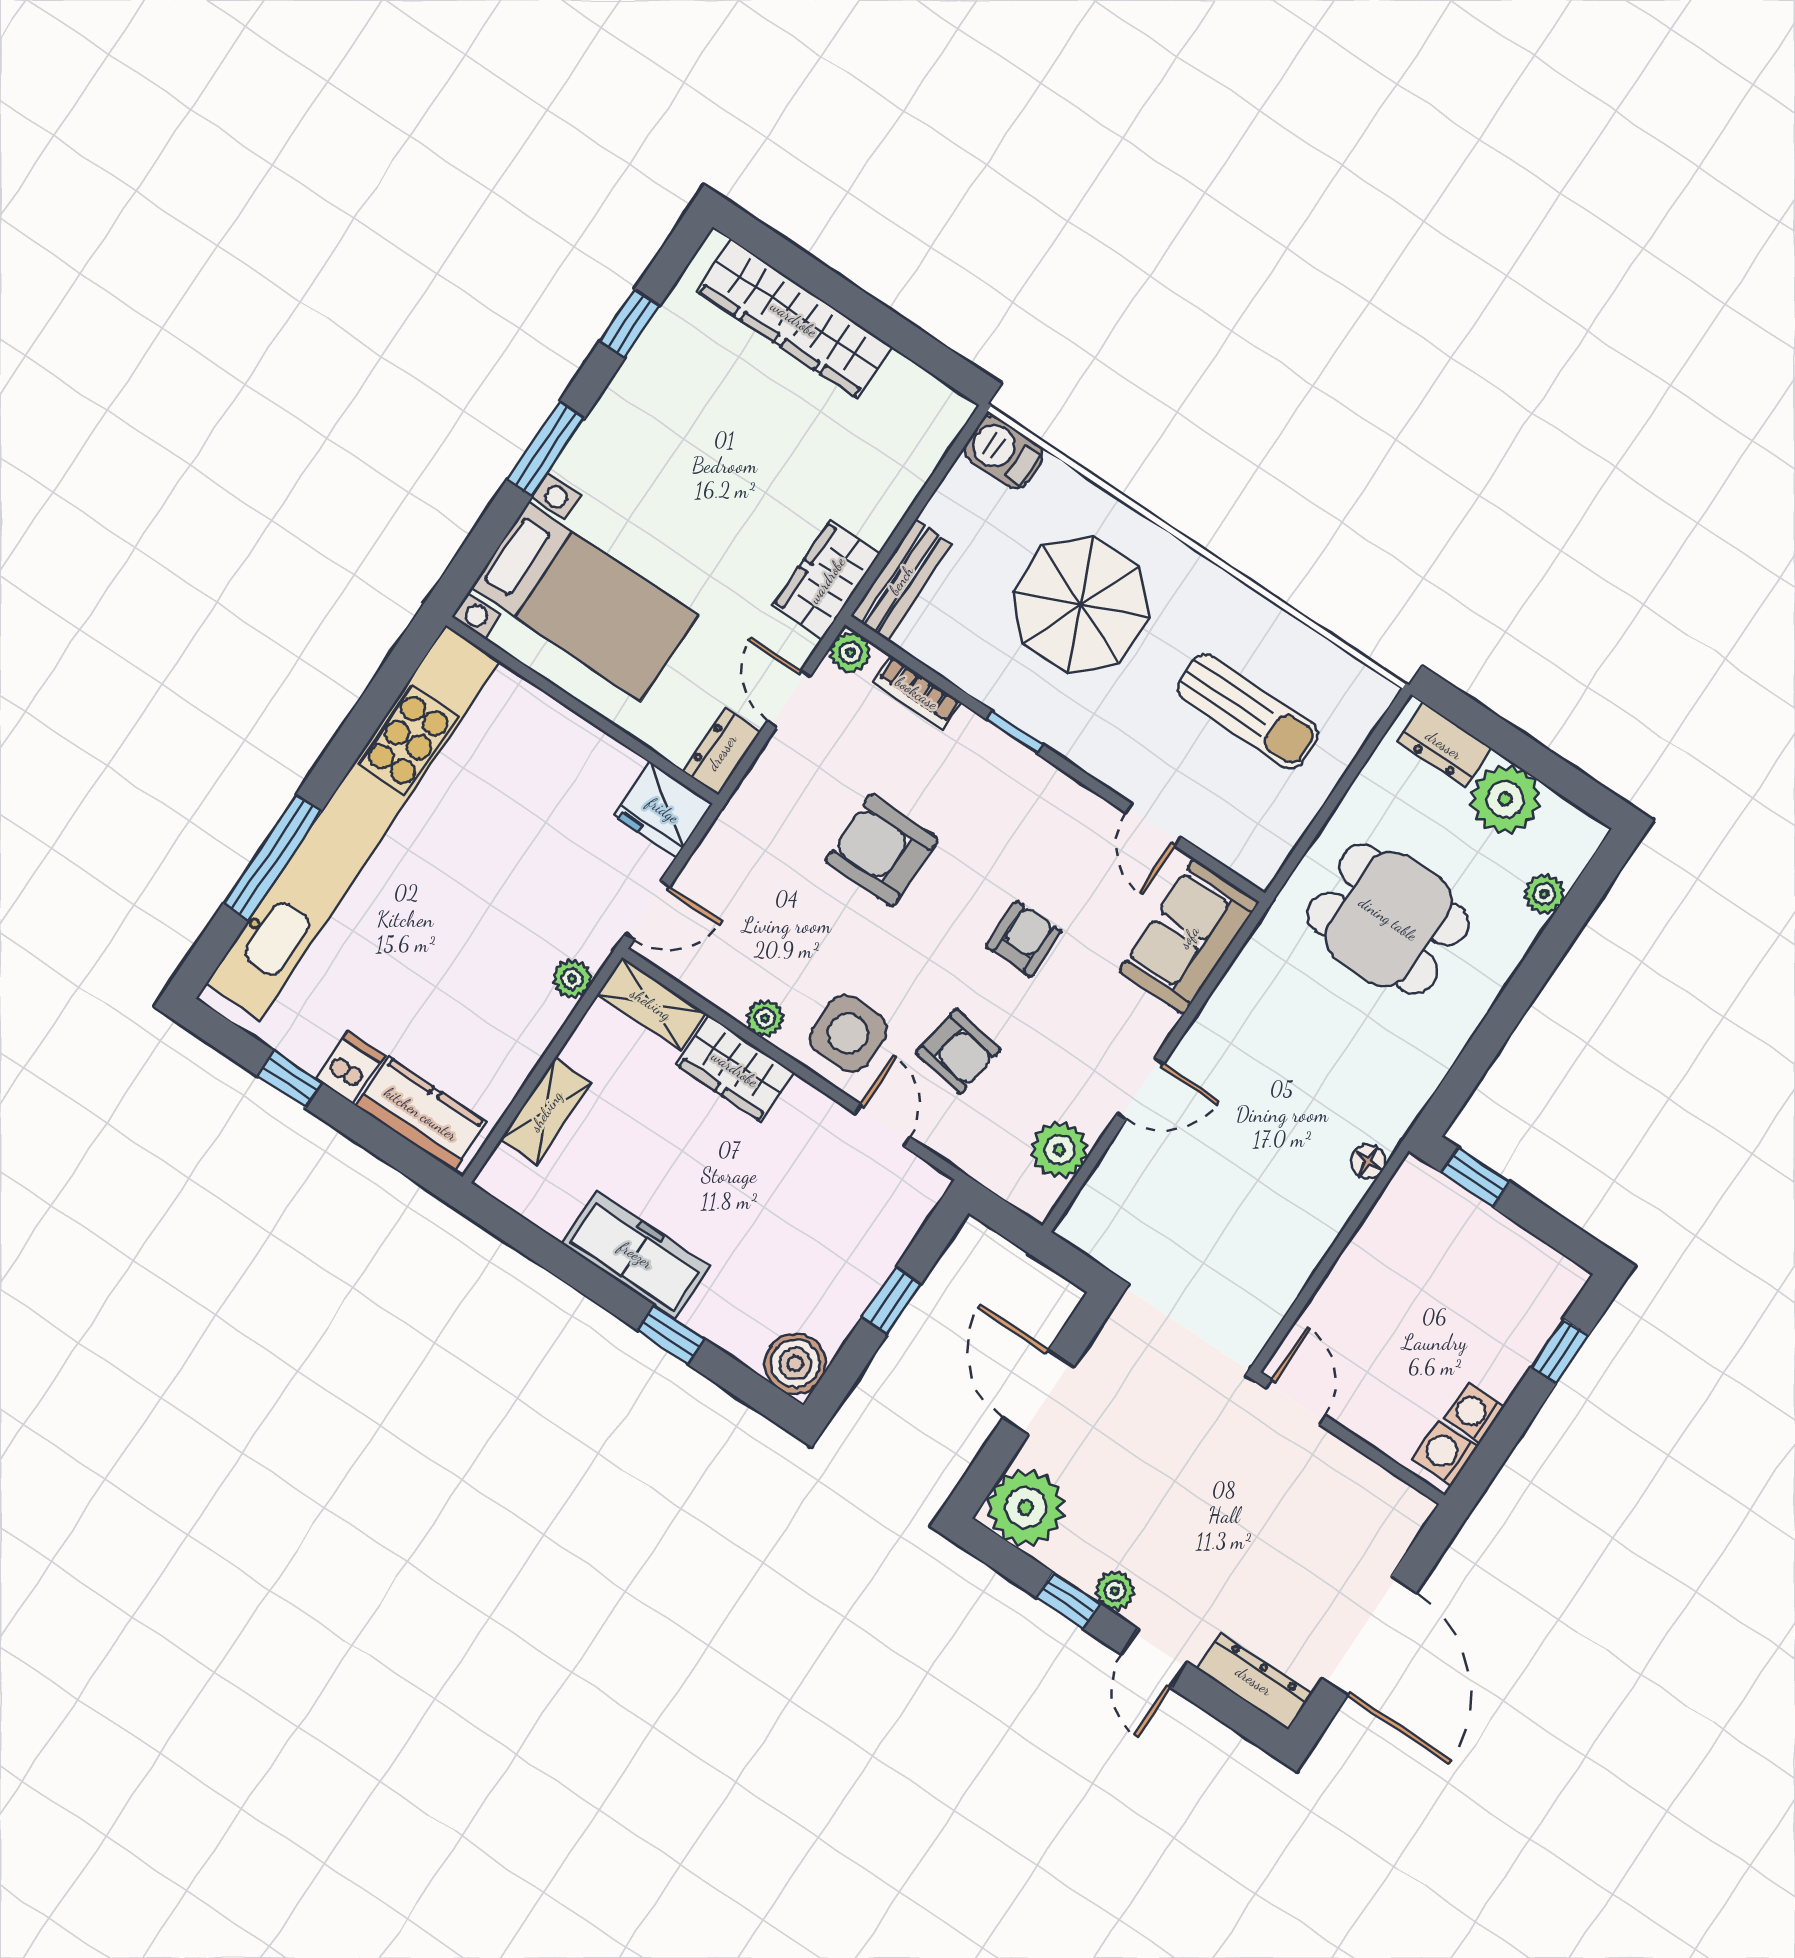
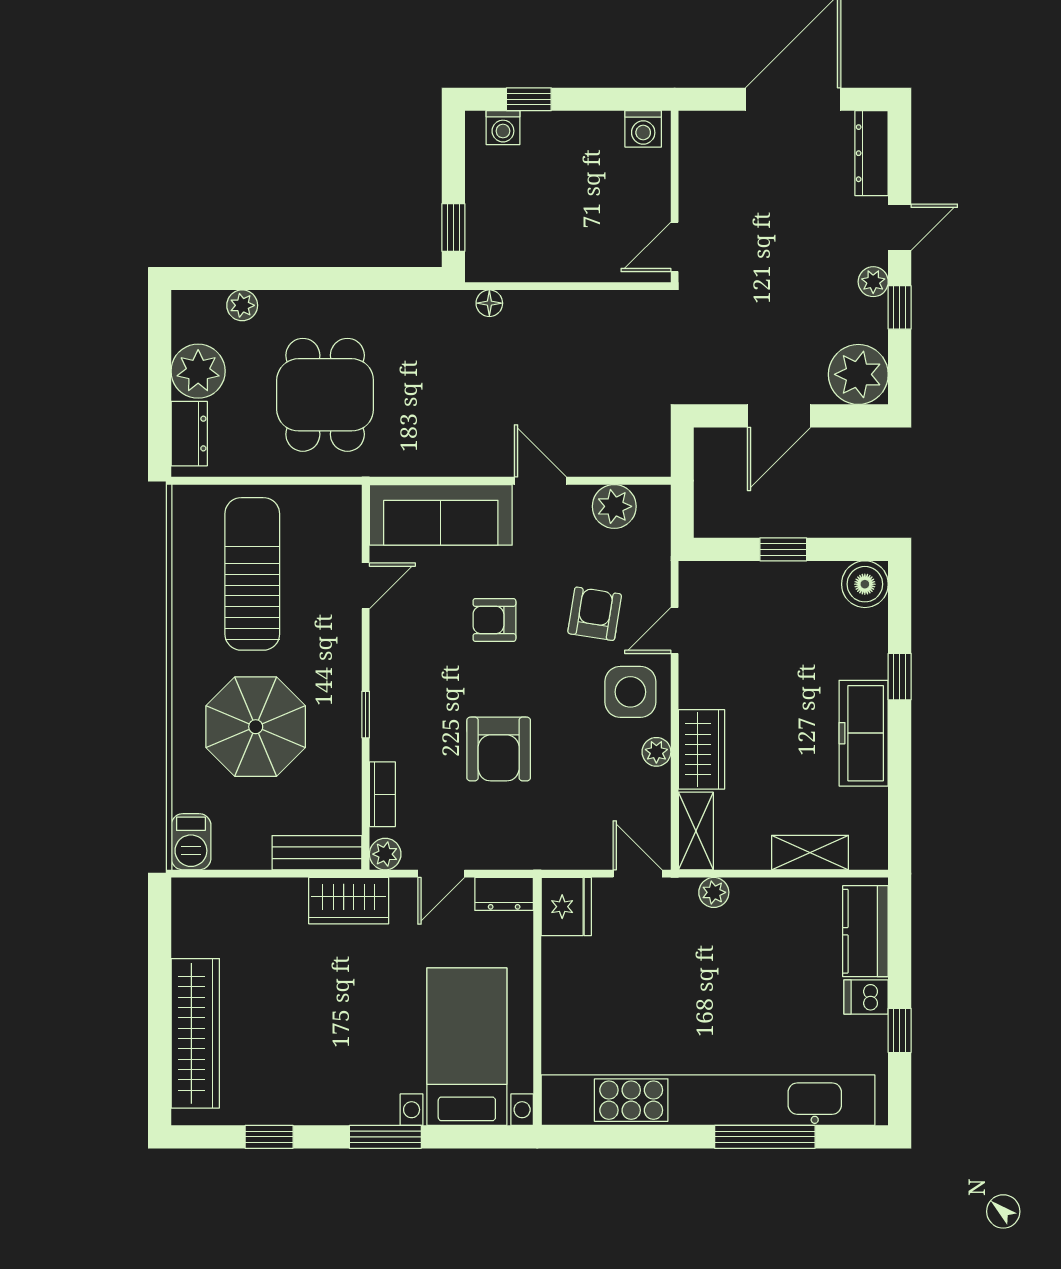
sun lounger: (1248, 711) -> (252, 574), width x1.36, depth x1.34
sofa: (1189, 937) -> (441, 515), width x1.36
washing machine: (1474, 1413) -> (503, 128), moved

